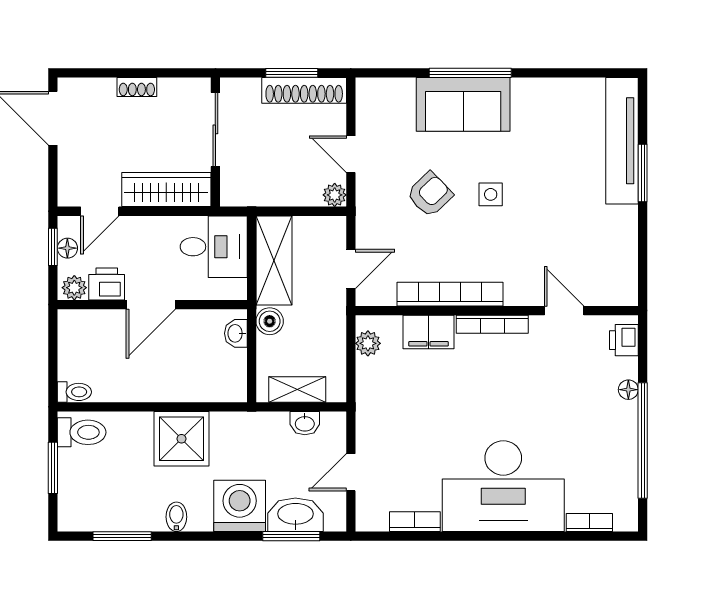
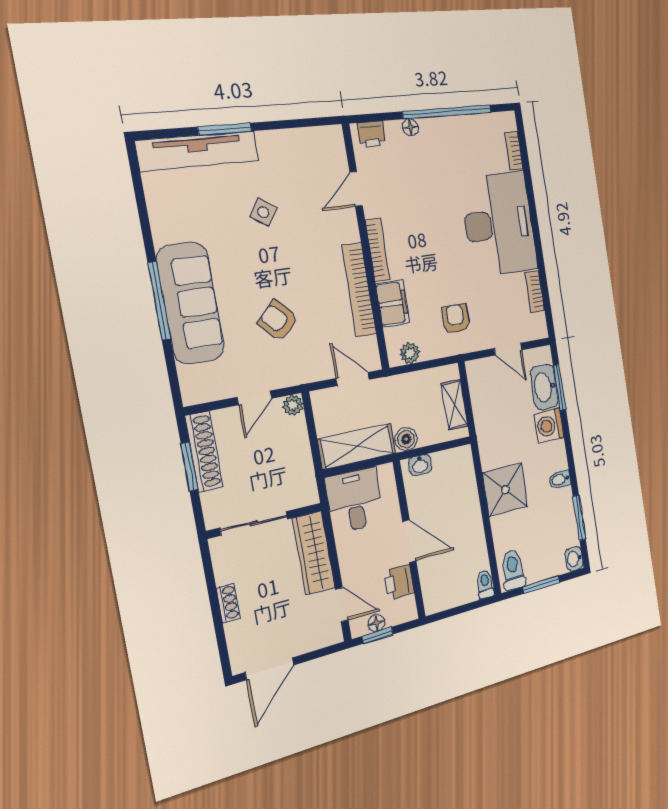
sofa: (463, 104) -> (191, 303), width x1.36
side table: (491, 194) -> (263, 212), moved, turned 34
plant: (74, 288) -> (407, 608), removed
armchair: (399, 409) -> (456, 319), added
washbasin: (305, 423) -> (574, 559), moved, turned 180
washing machine: (240, 506) -> (549, 426), width x0.73, depth x0.73

